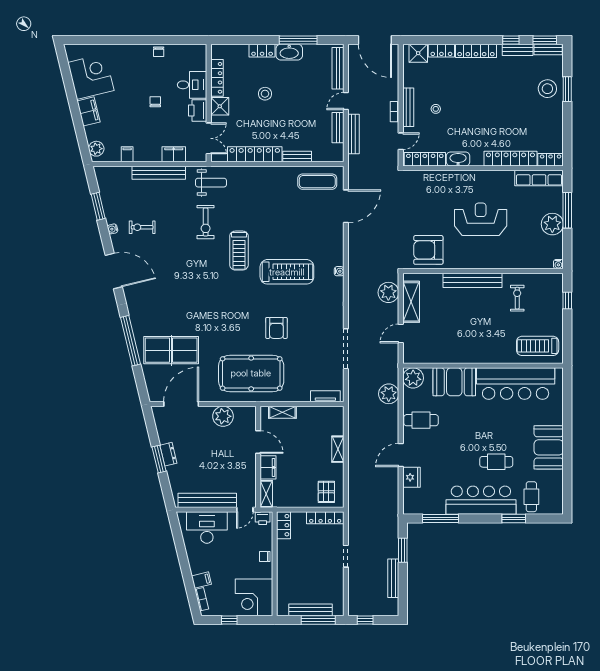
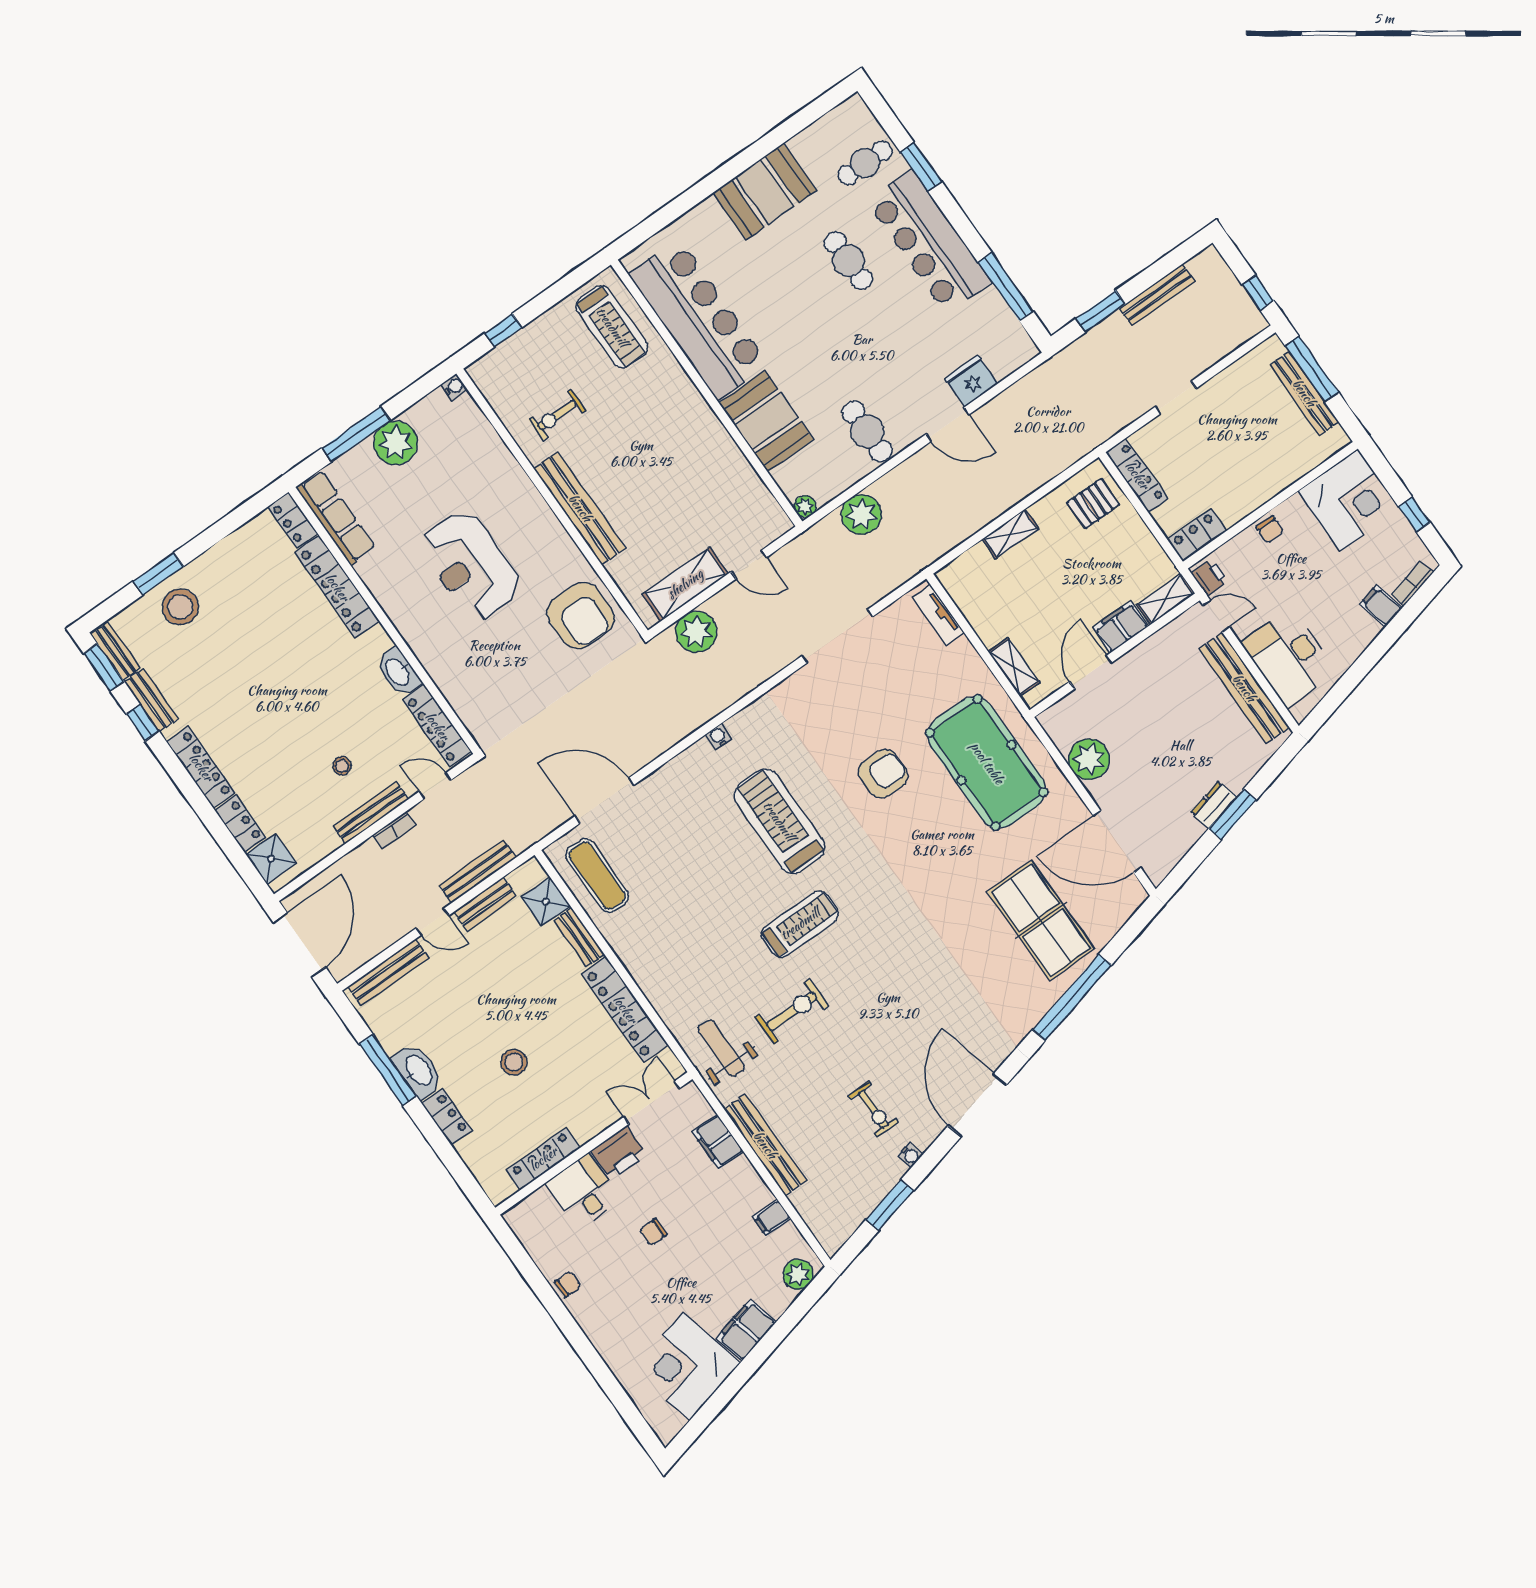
shower: (220, 106) -> (546, 902), moved
plant: (413, 378) -> (805, 506), width x0.53, depth x0.53

